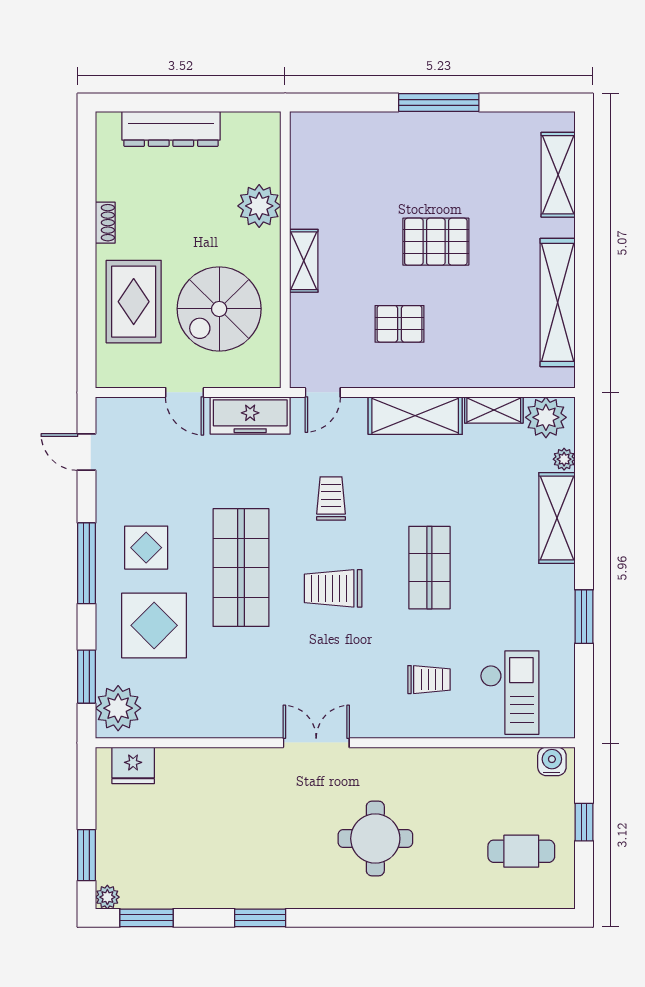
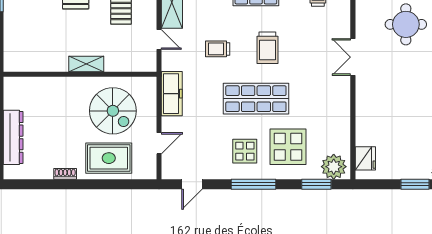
plant: (259, 206) -> (56, 89), removed
door: (185, 392) -> (159, 143), moved
door: (323, 392) -> (159, 40), moved

